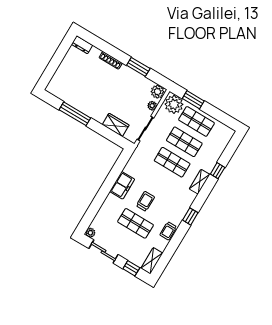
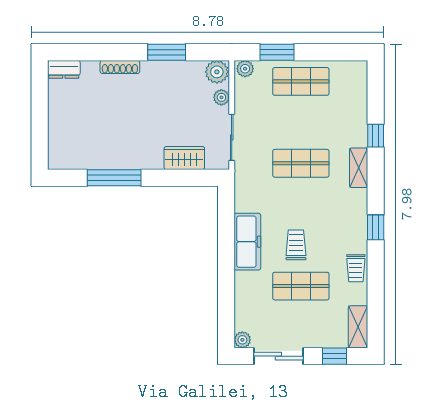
plant: (174, 104) -> (245, 69), width x0.53, depth x0.53
shop shelf: (184, 142) -> (301, 122), removed
freezer: (122, 185) -> (247, 242), width x1.40

